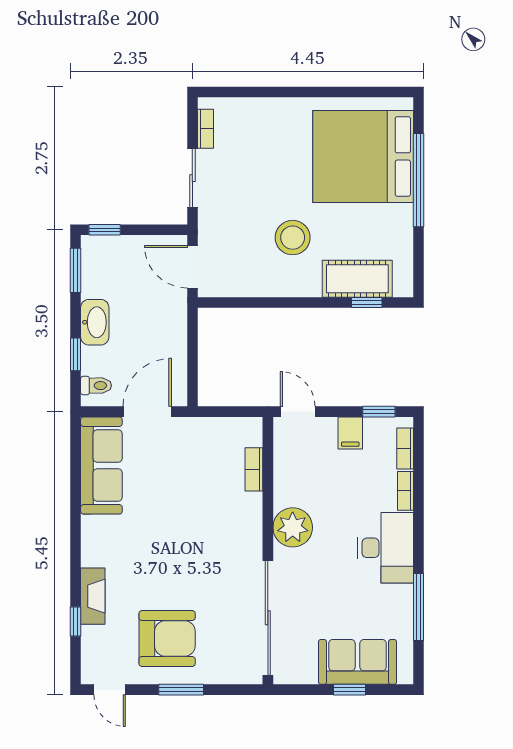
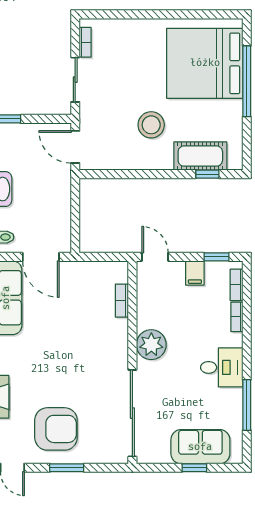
door: (147, 412) -> (41, 257), swing flipped
desk: (386, 548) -> (222, 367), width x0.73

